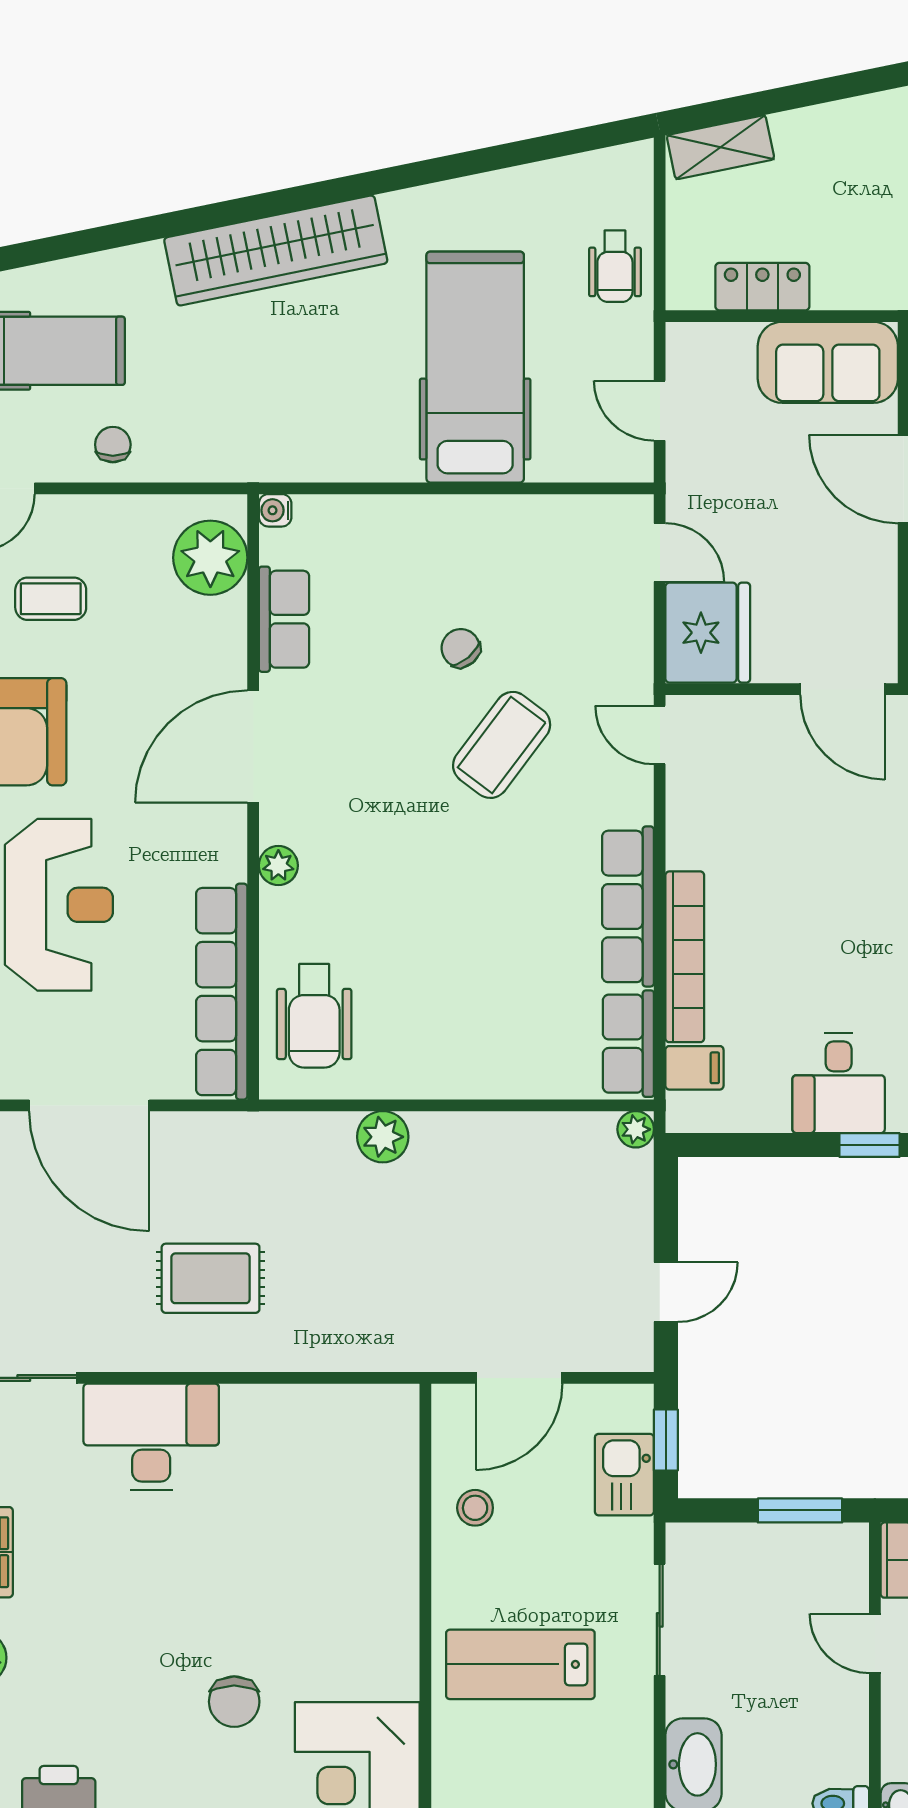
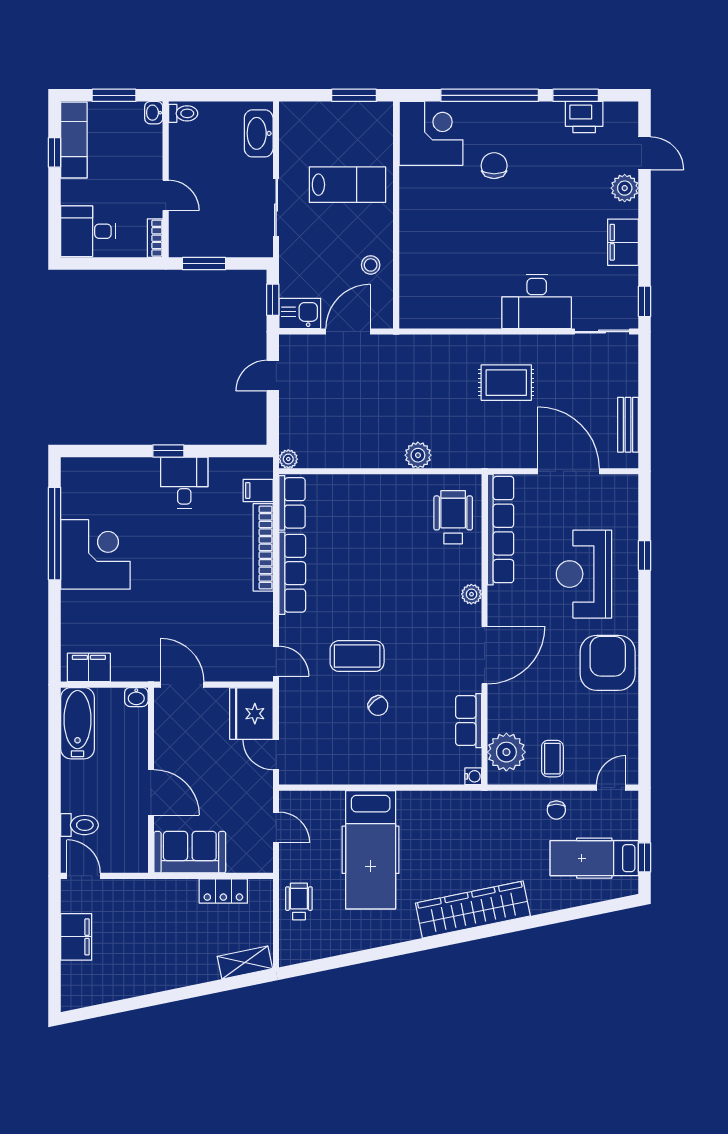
coffee table: (51, 599) -> (552, 759), moved, turned 90
coffee table: (502, 745) -> (357, 656), turned 53
kitchen sink: (624, 1475) -> (300, 313), moved, turned -90

